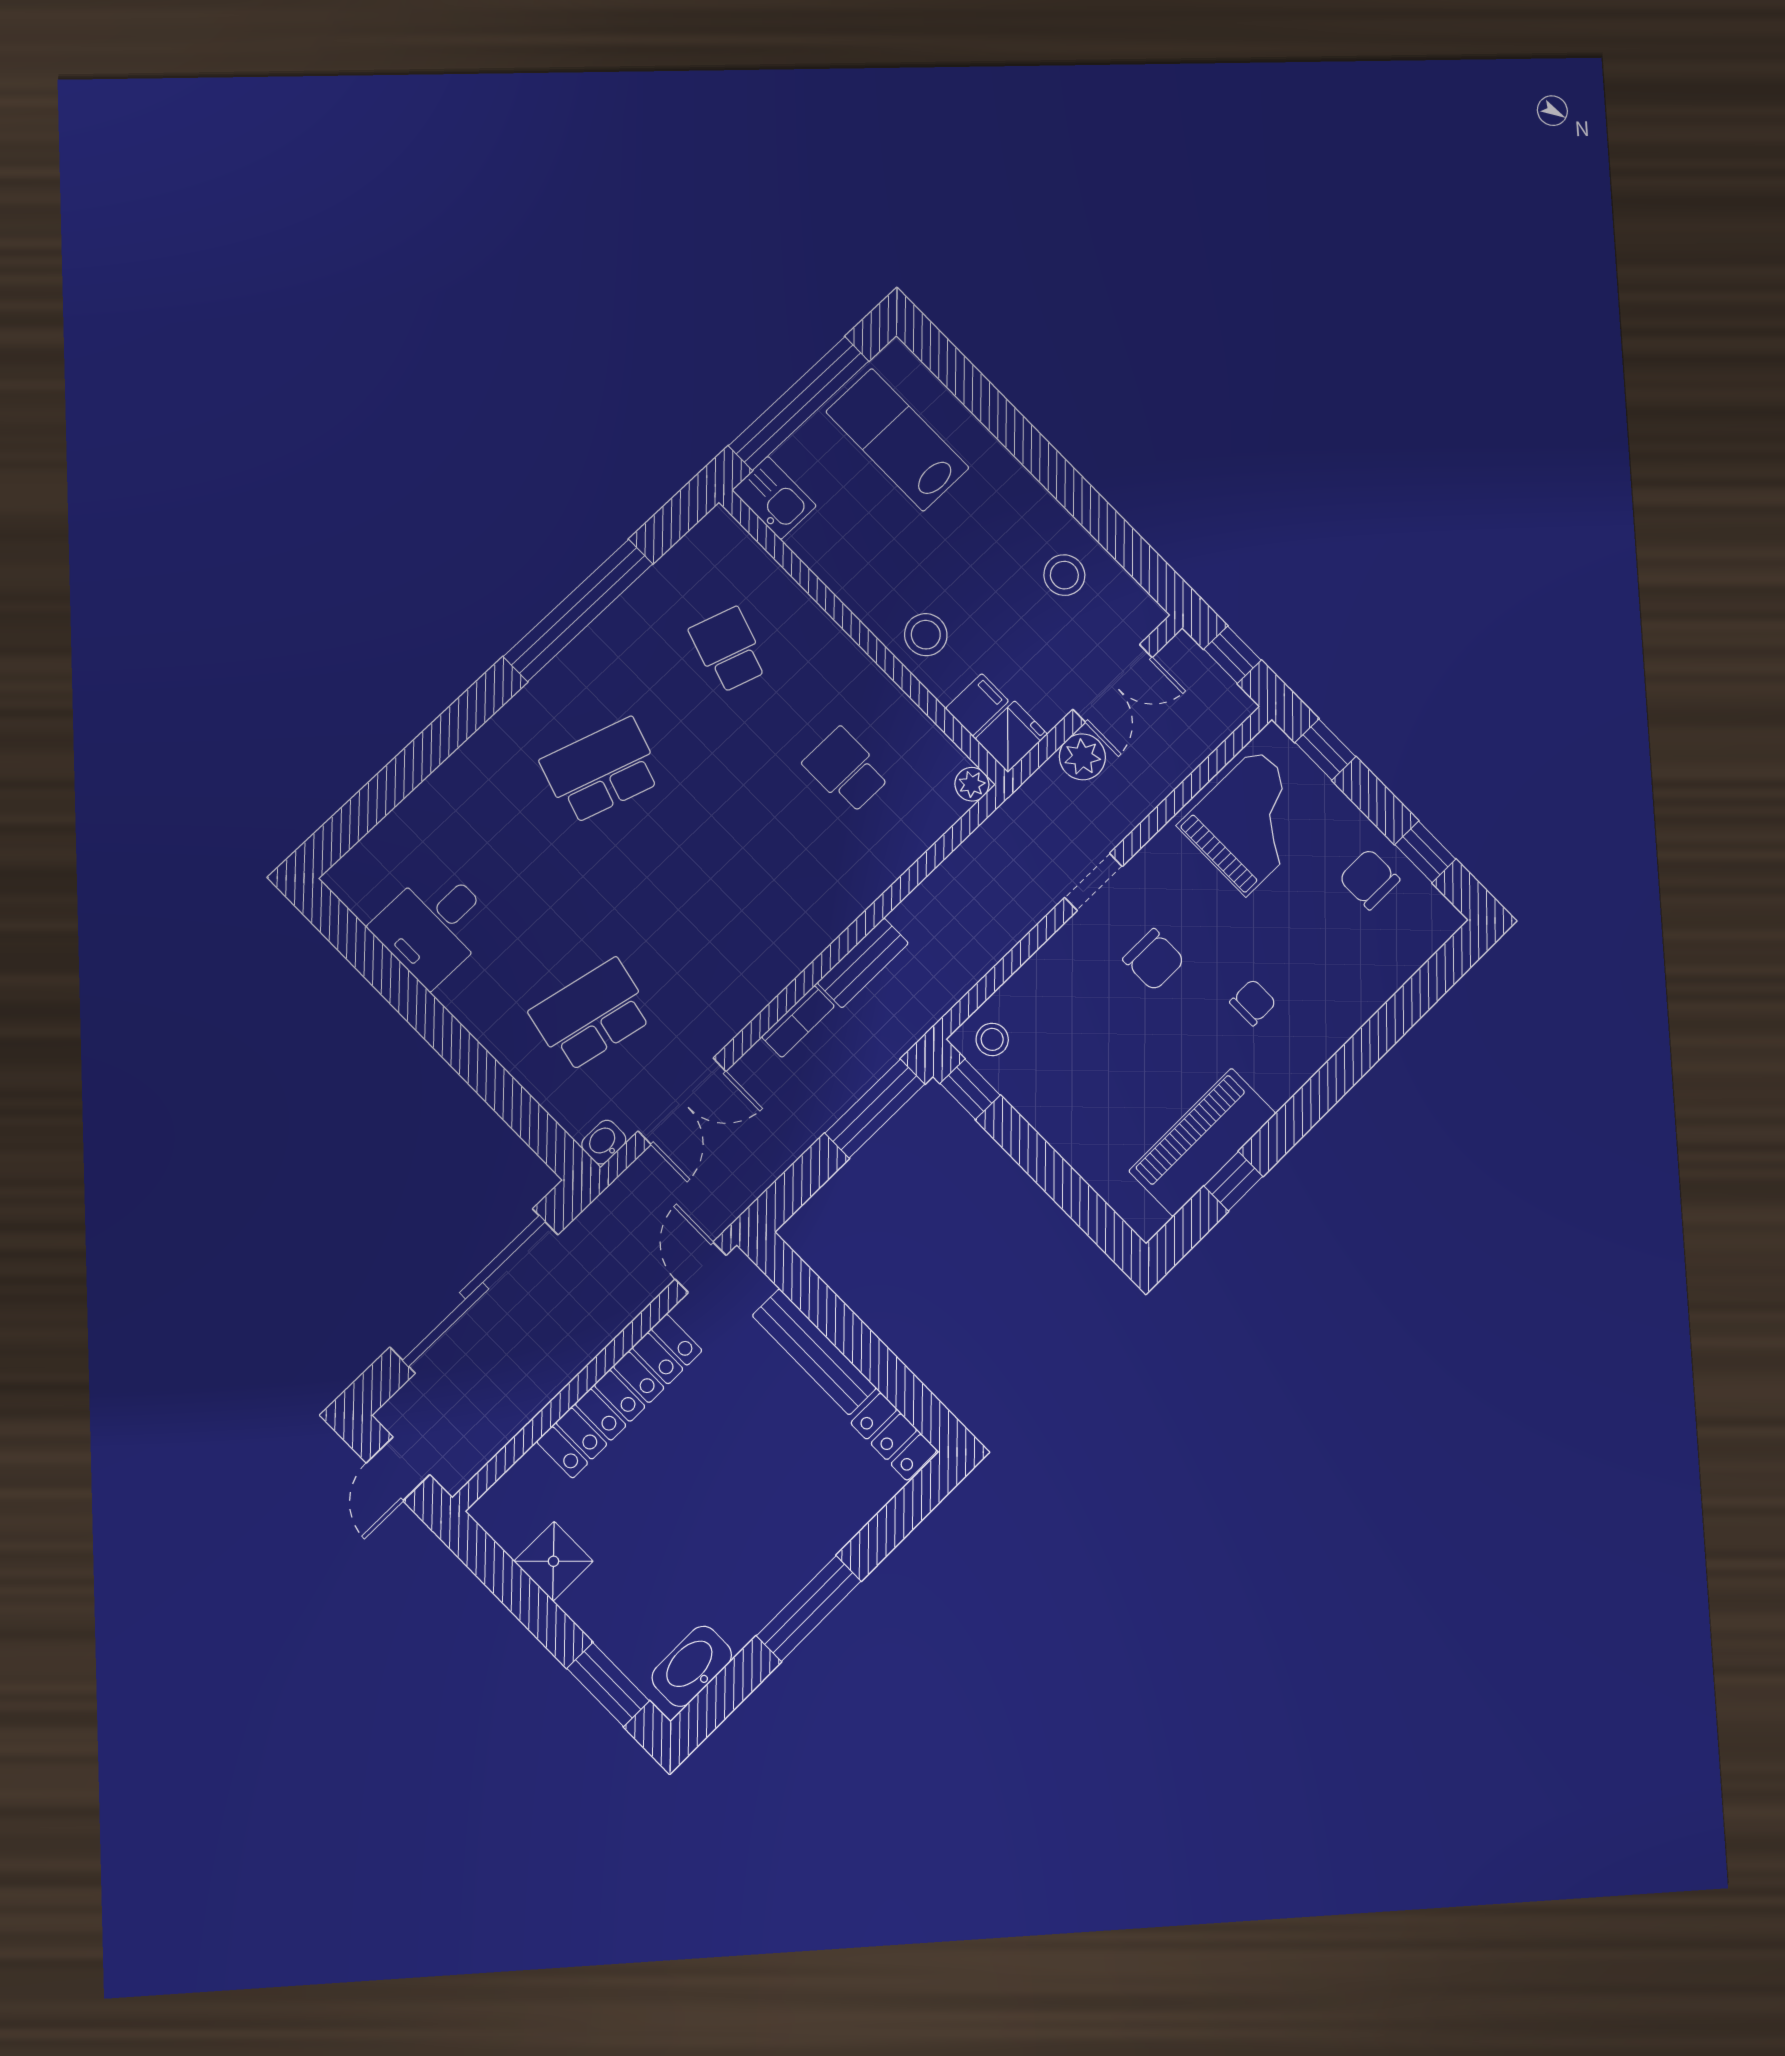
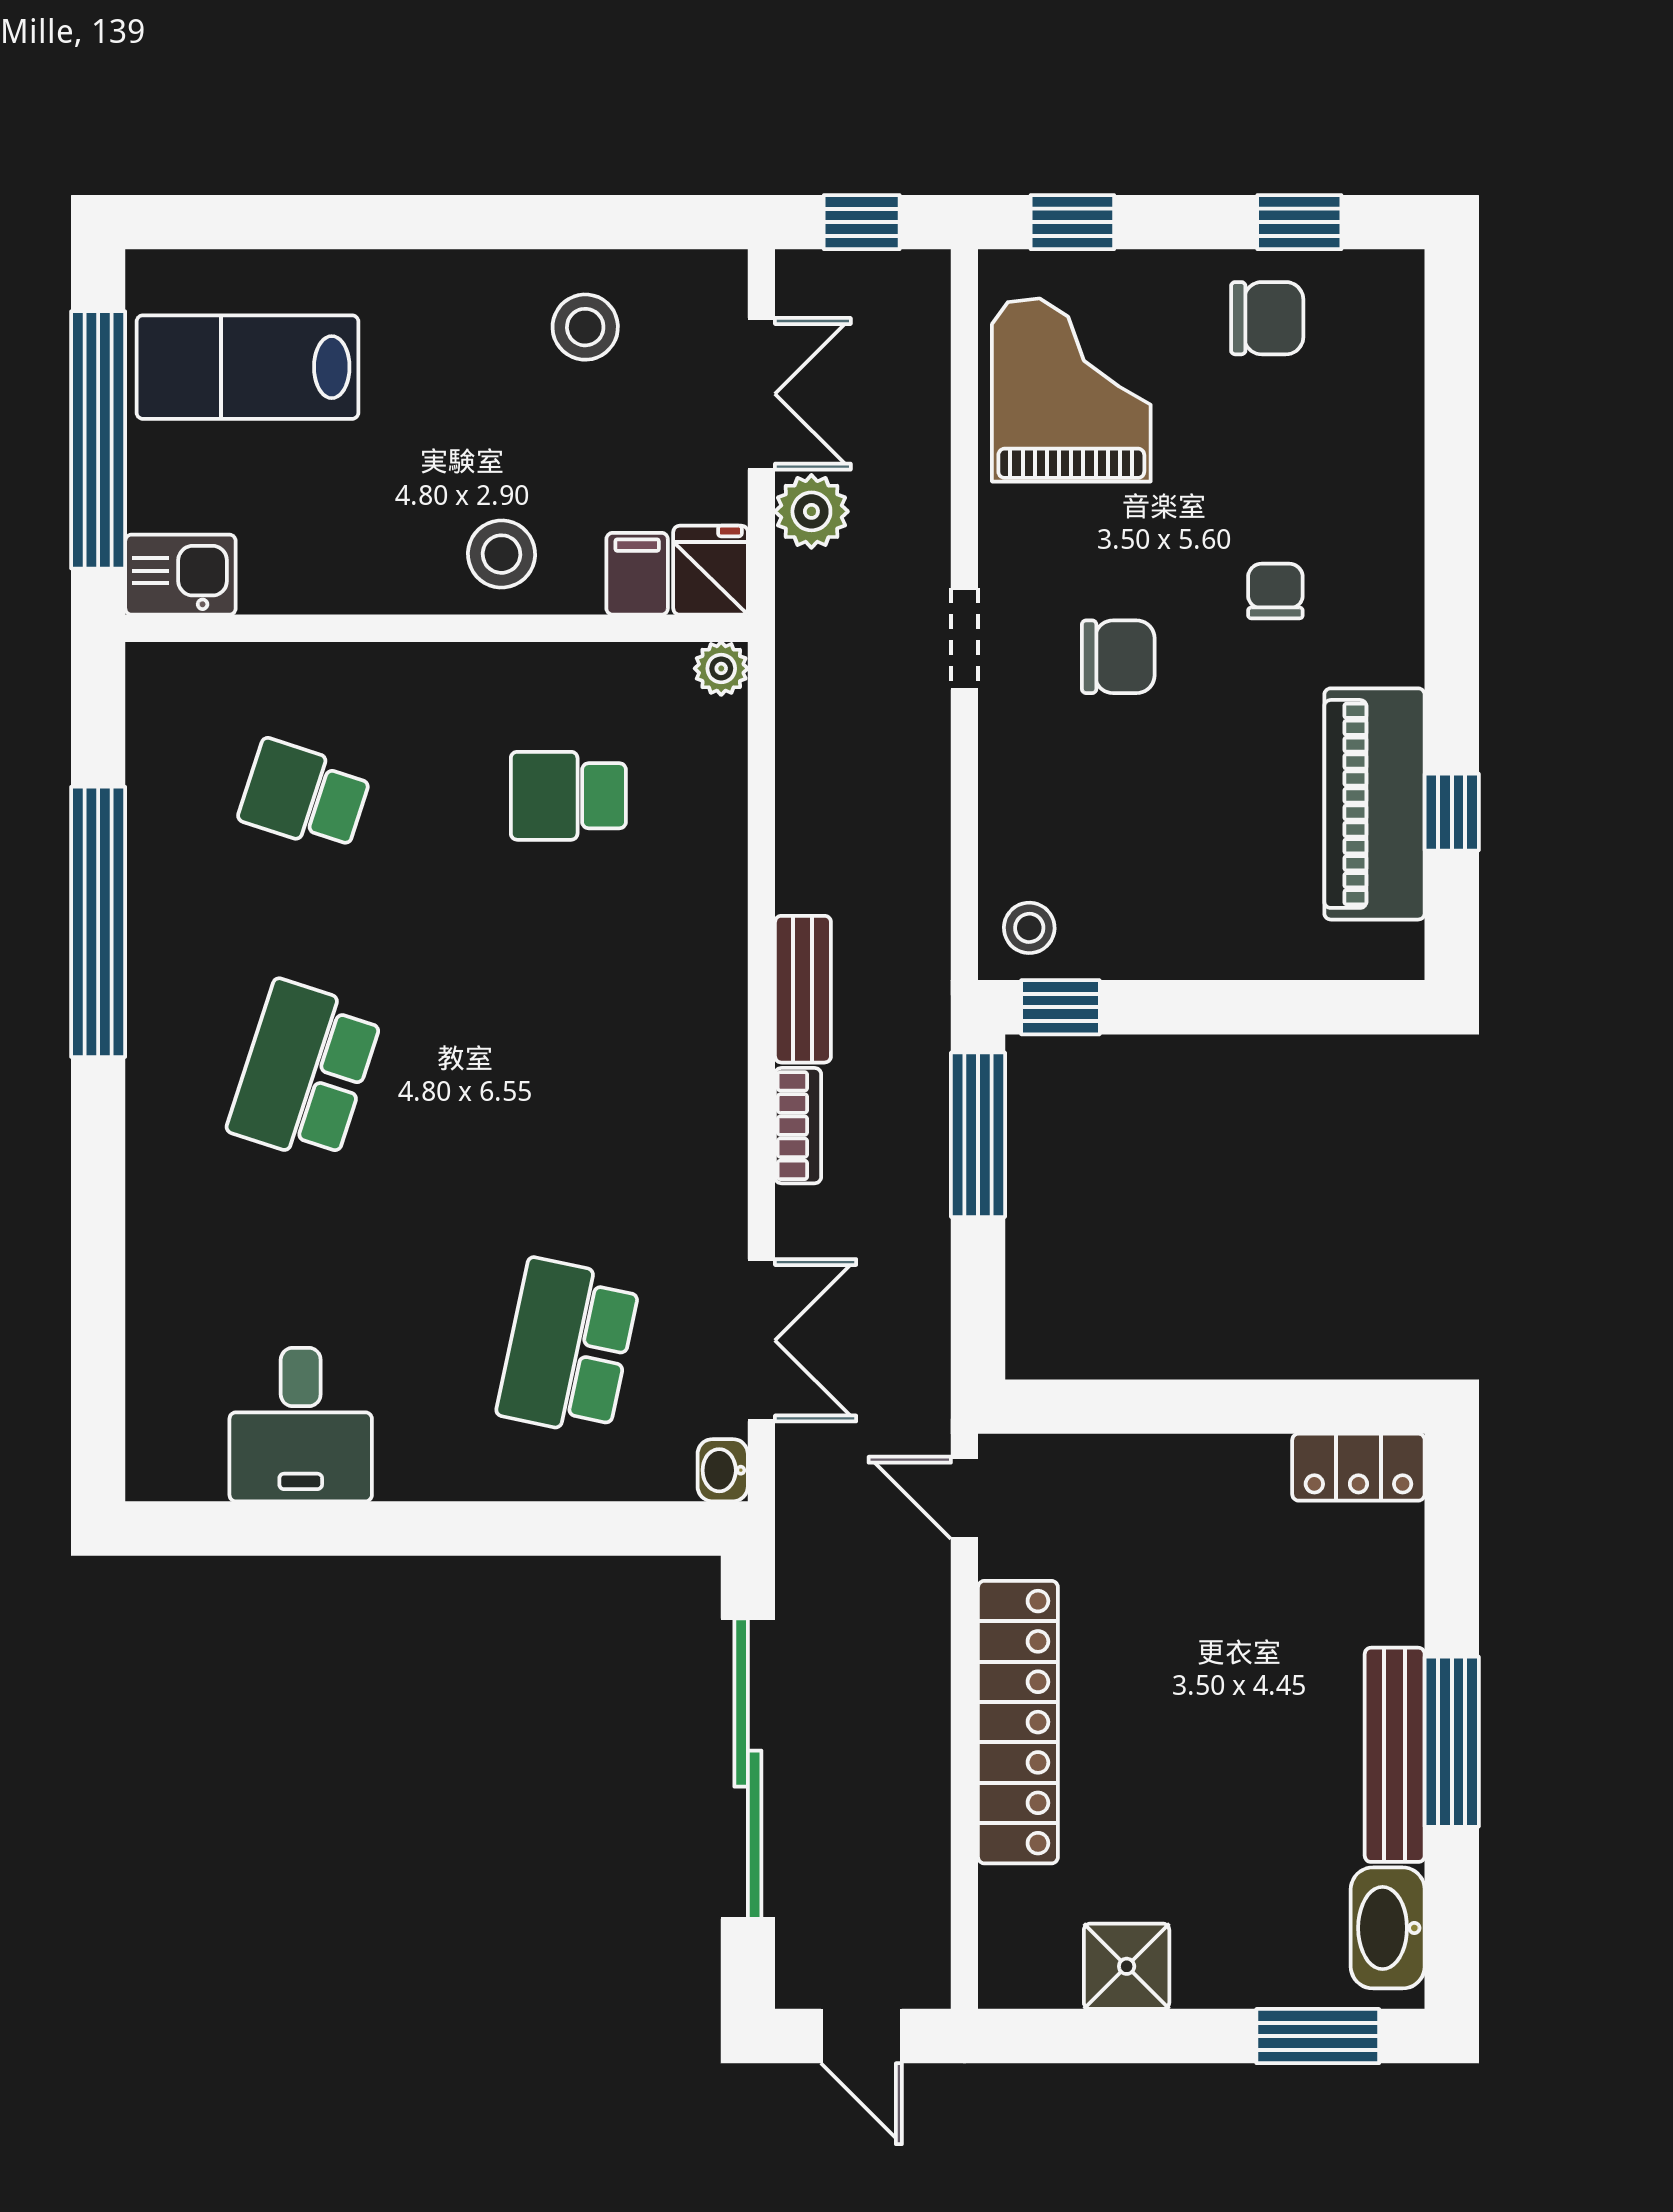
chair: (1369, 879) -> (1267, 318), turned 180
bench: (814, 1352) -> (1395, 1755), moved, turned 90

